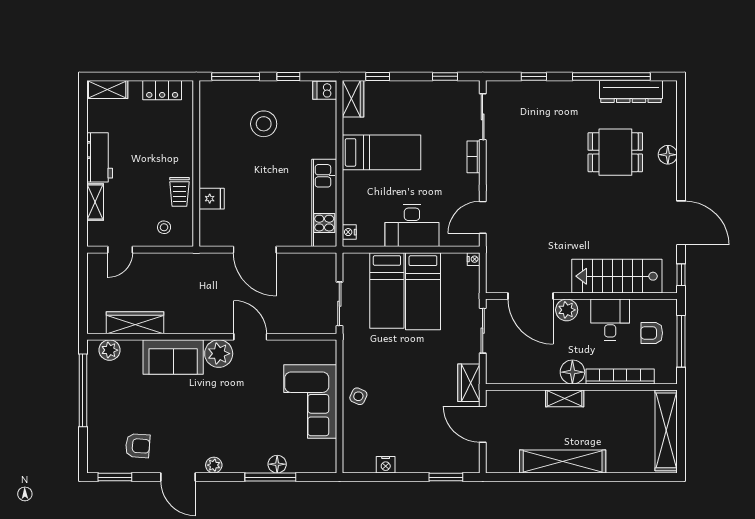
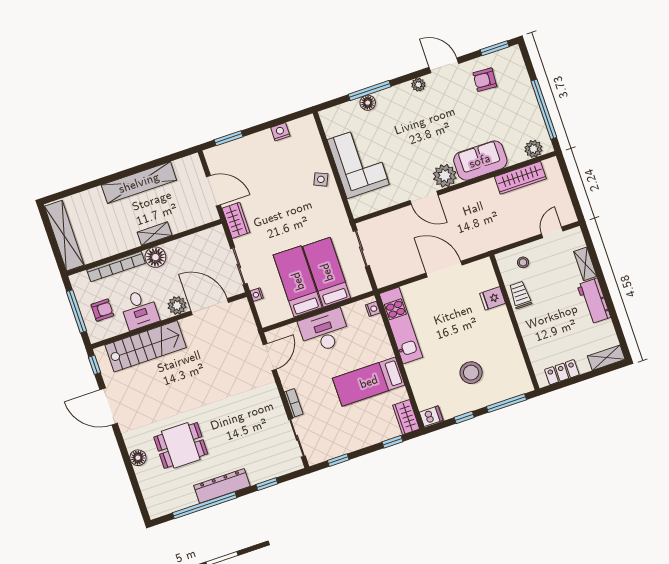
dresser: (631, 91) -> (222, 486), moved
nightstand: (474, 259) -> (257, 295), moved

